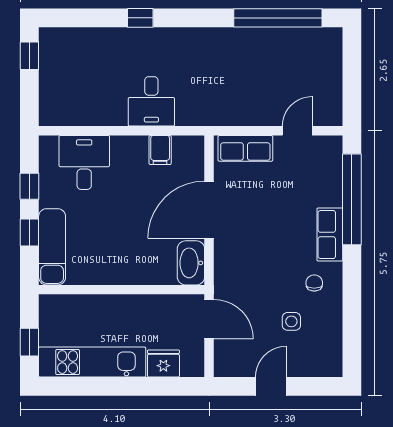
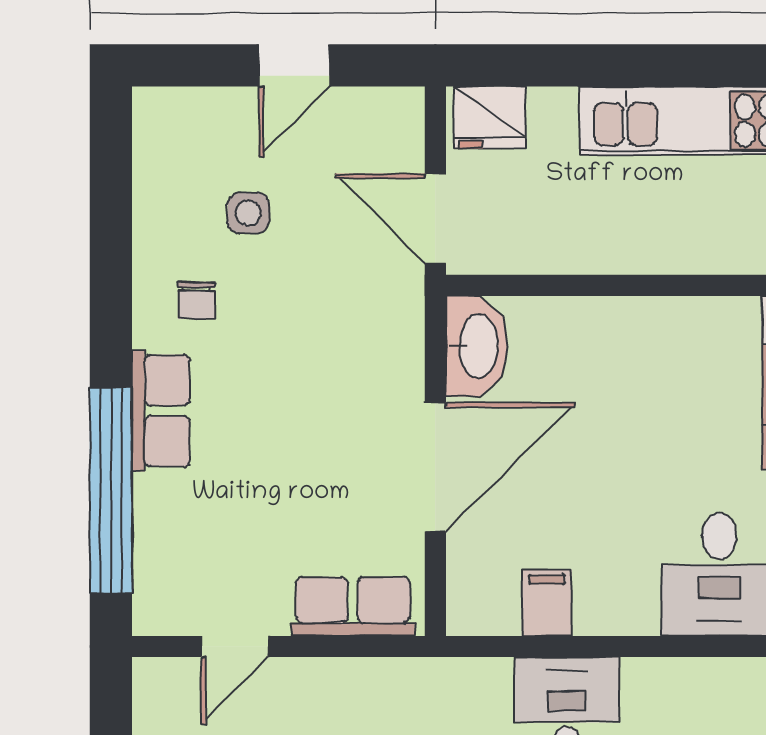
fridge: (163, 363) -> (490, 117), moved

